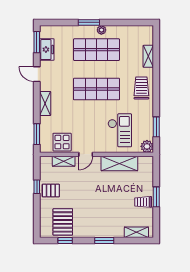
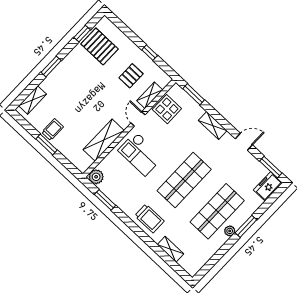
freezer: (47, 50) -> (268, 186), moved, turned 90
checkout: (120, 130) -> (140, 154), moved
pallet: (51, 191) -> (131, 76), moved

